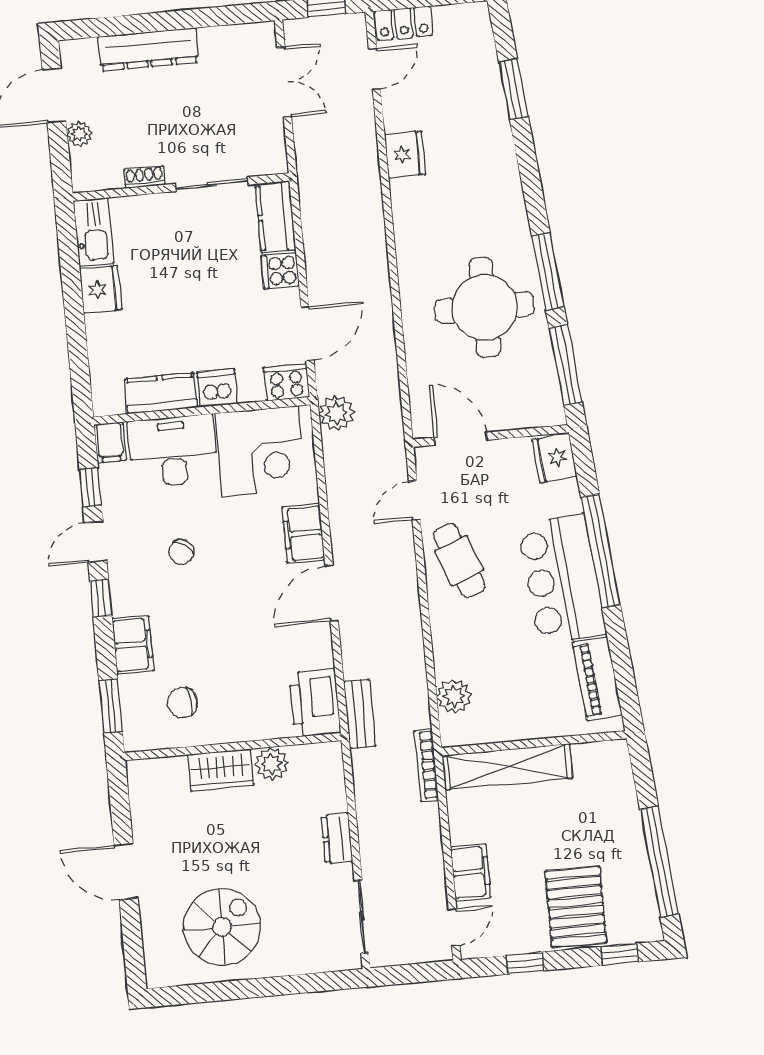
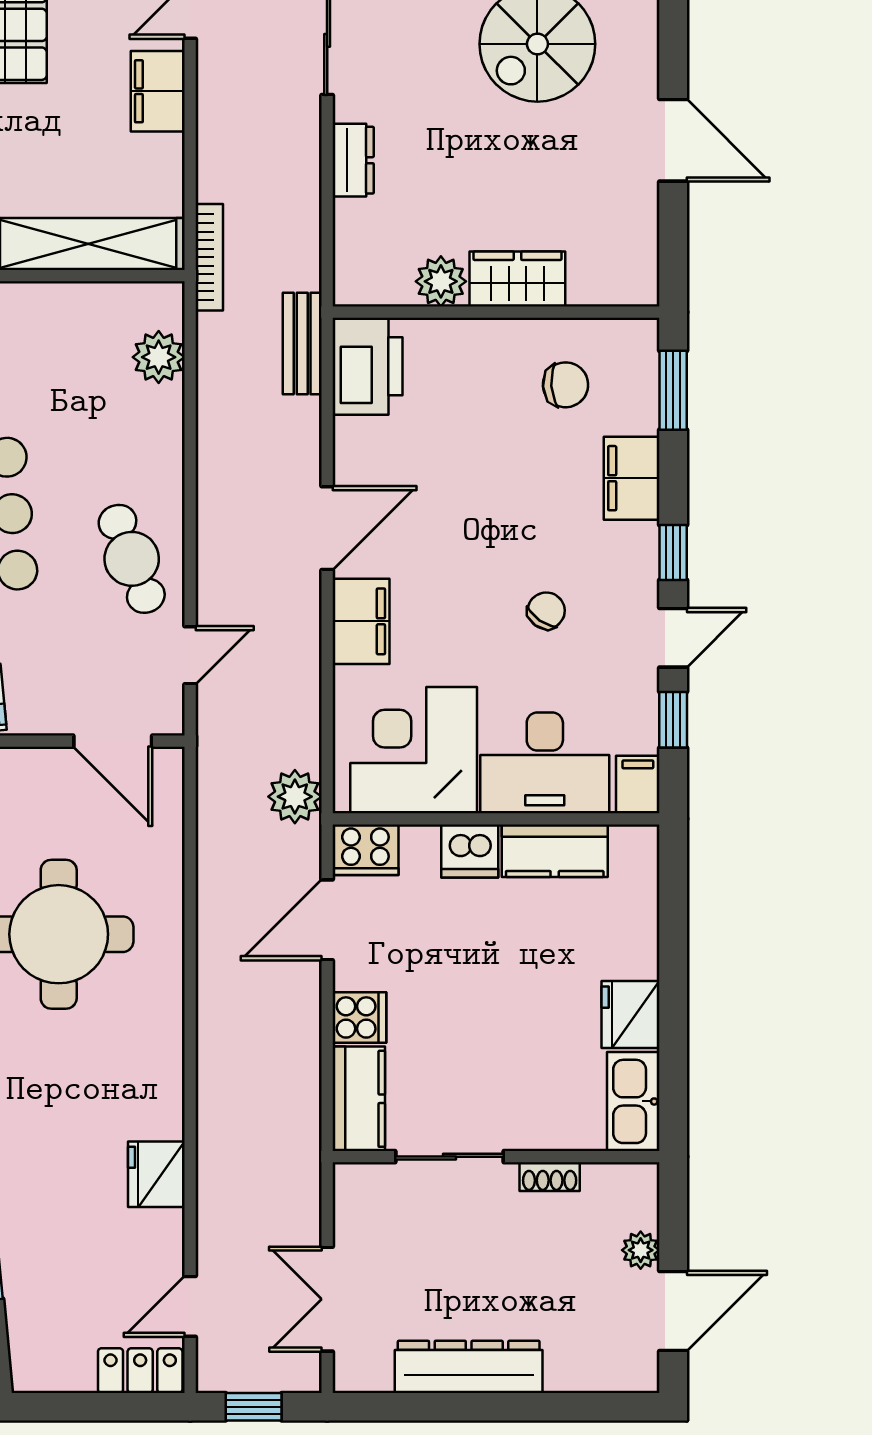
dresser: (148, 49) -> (469, 1367), moved

